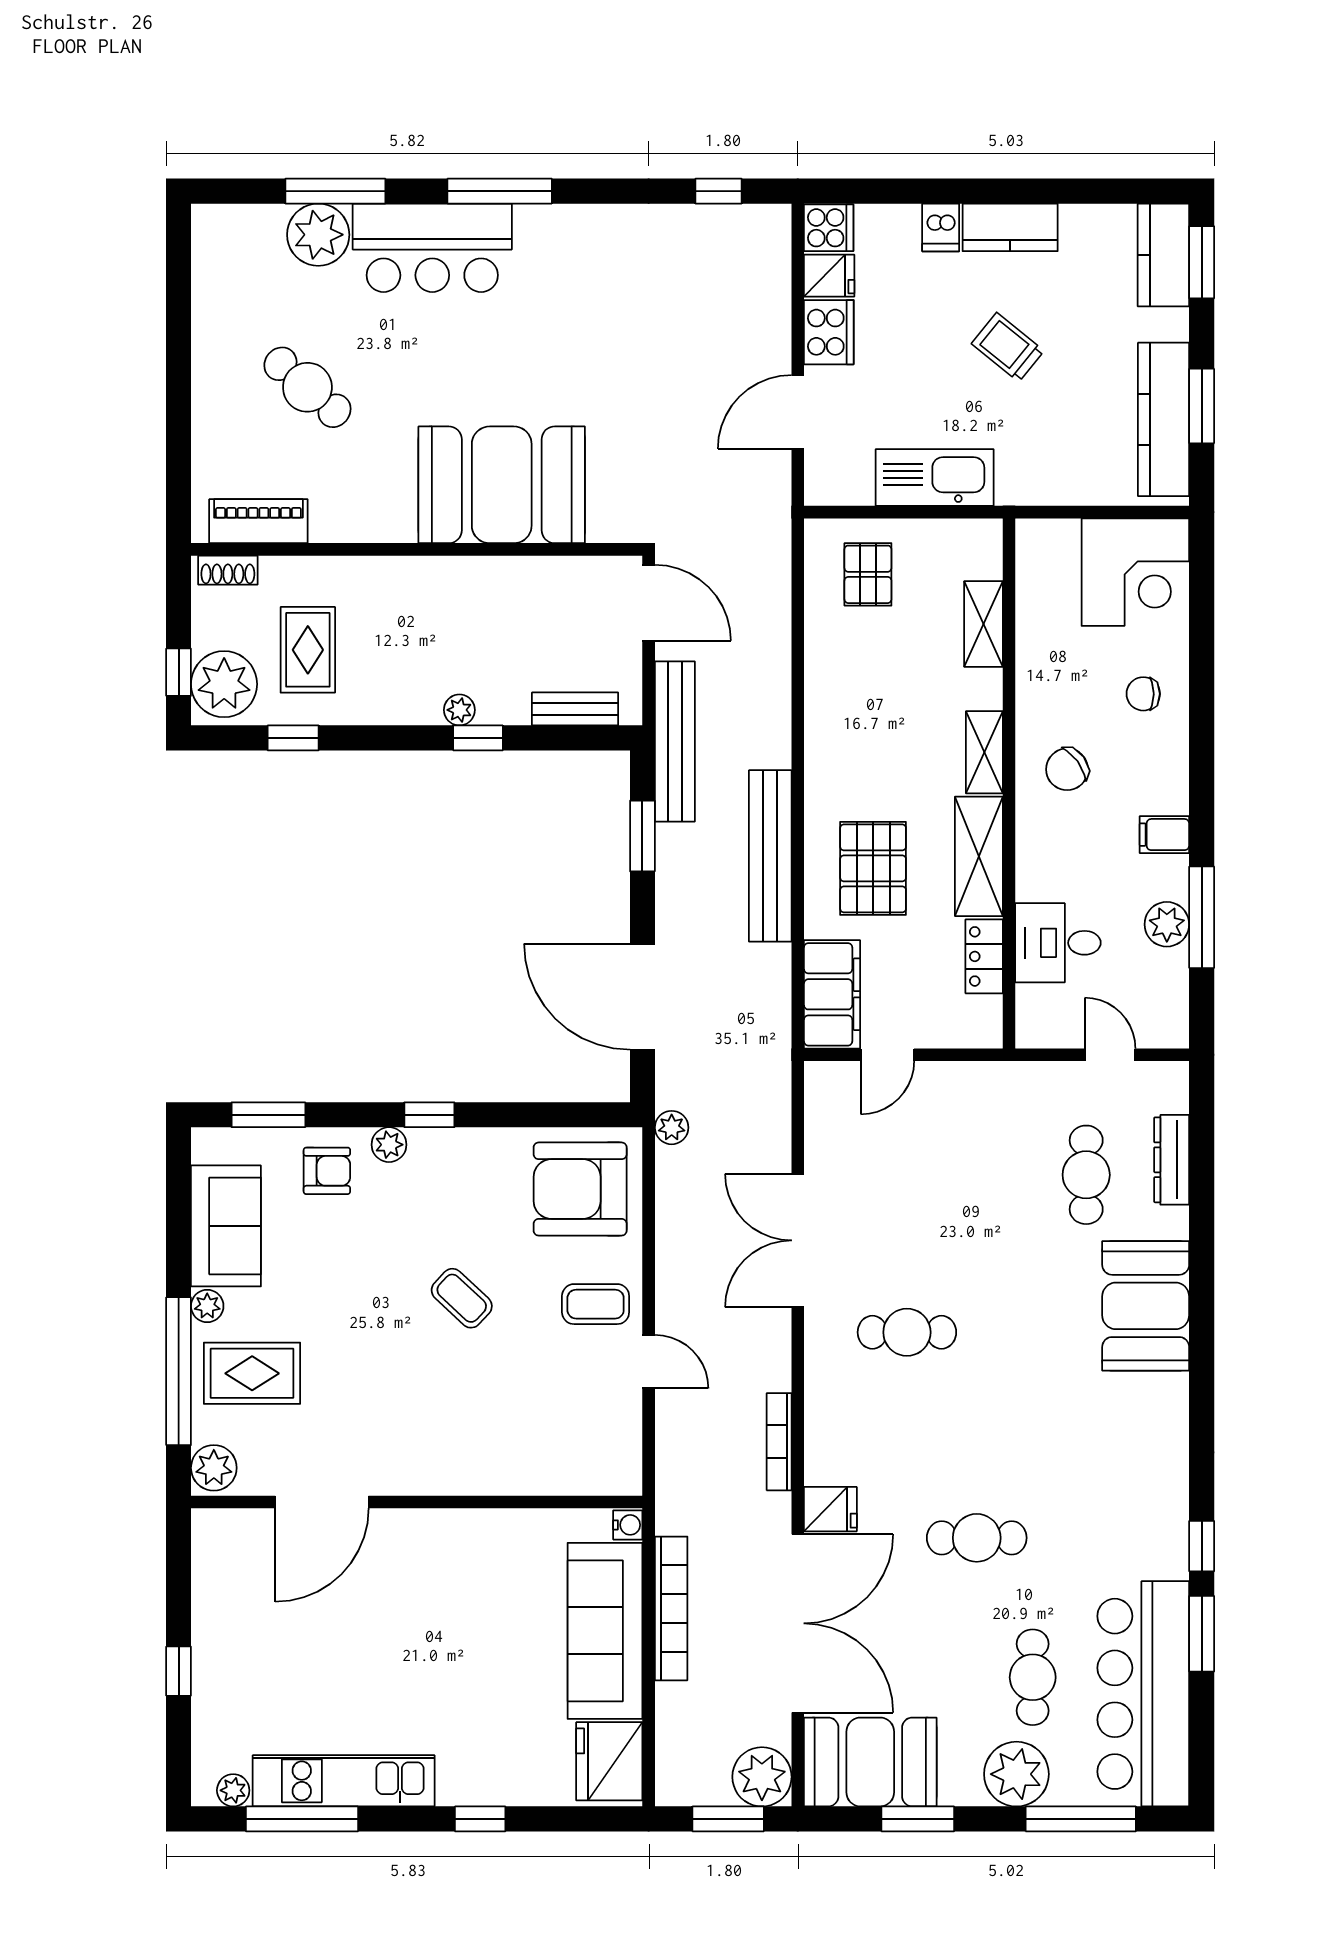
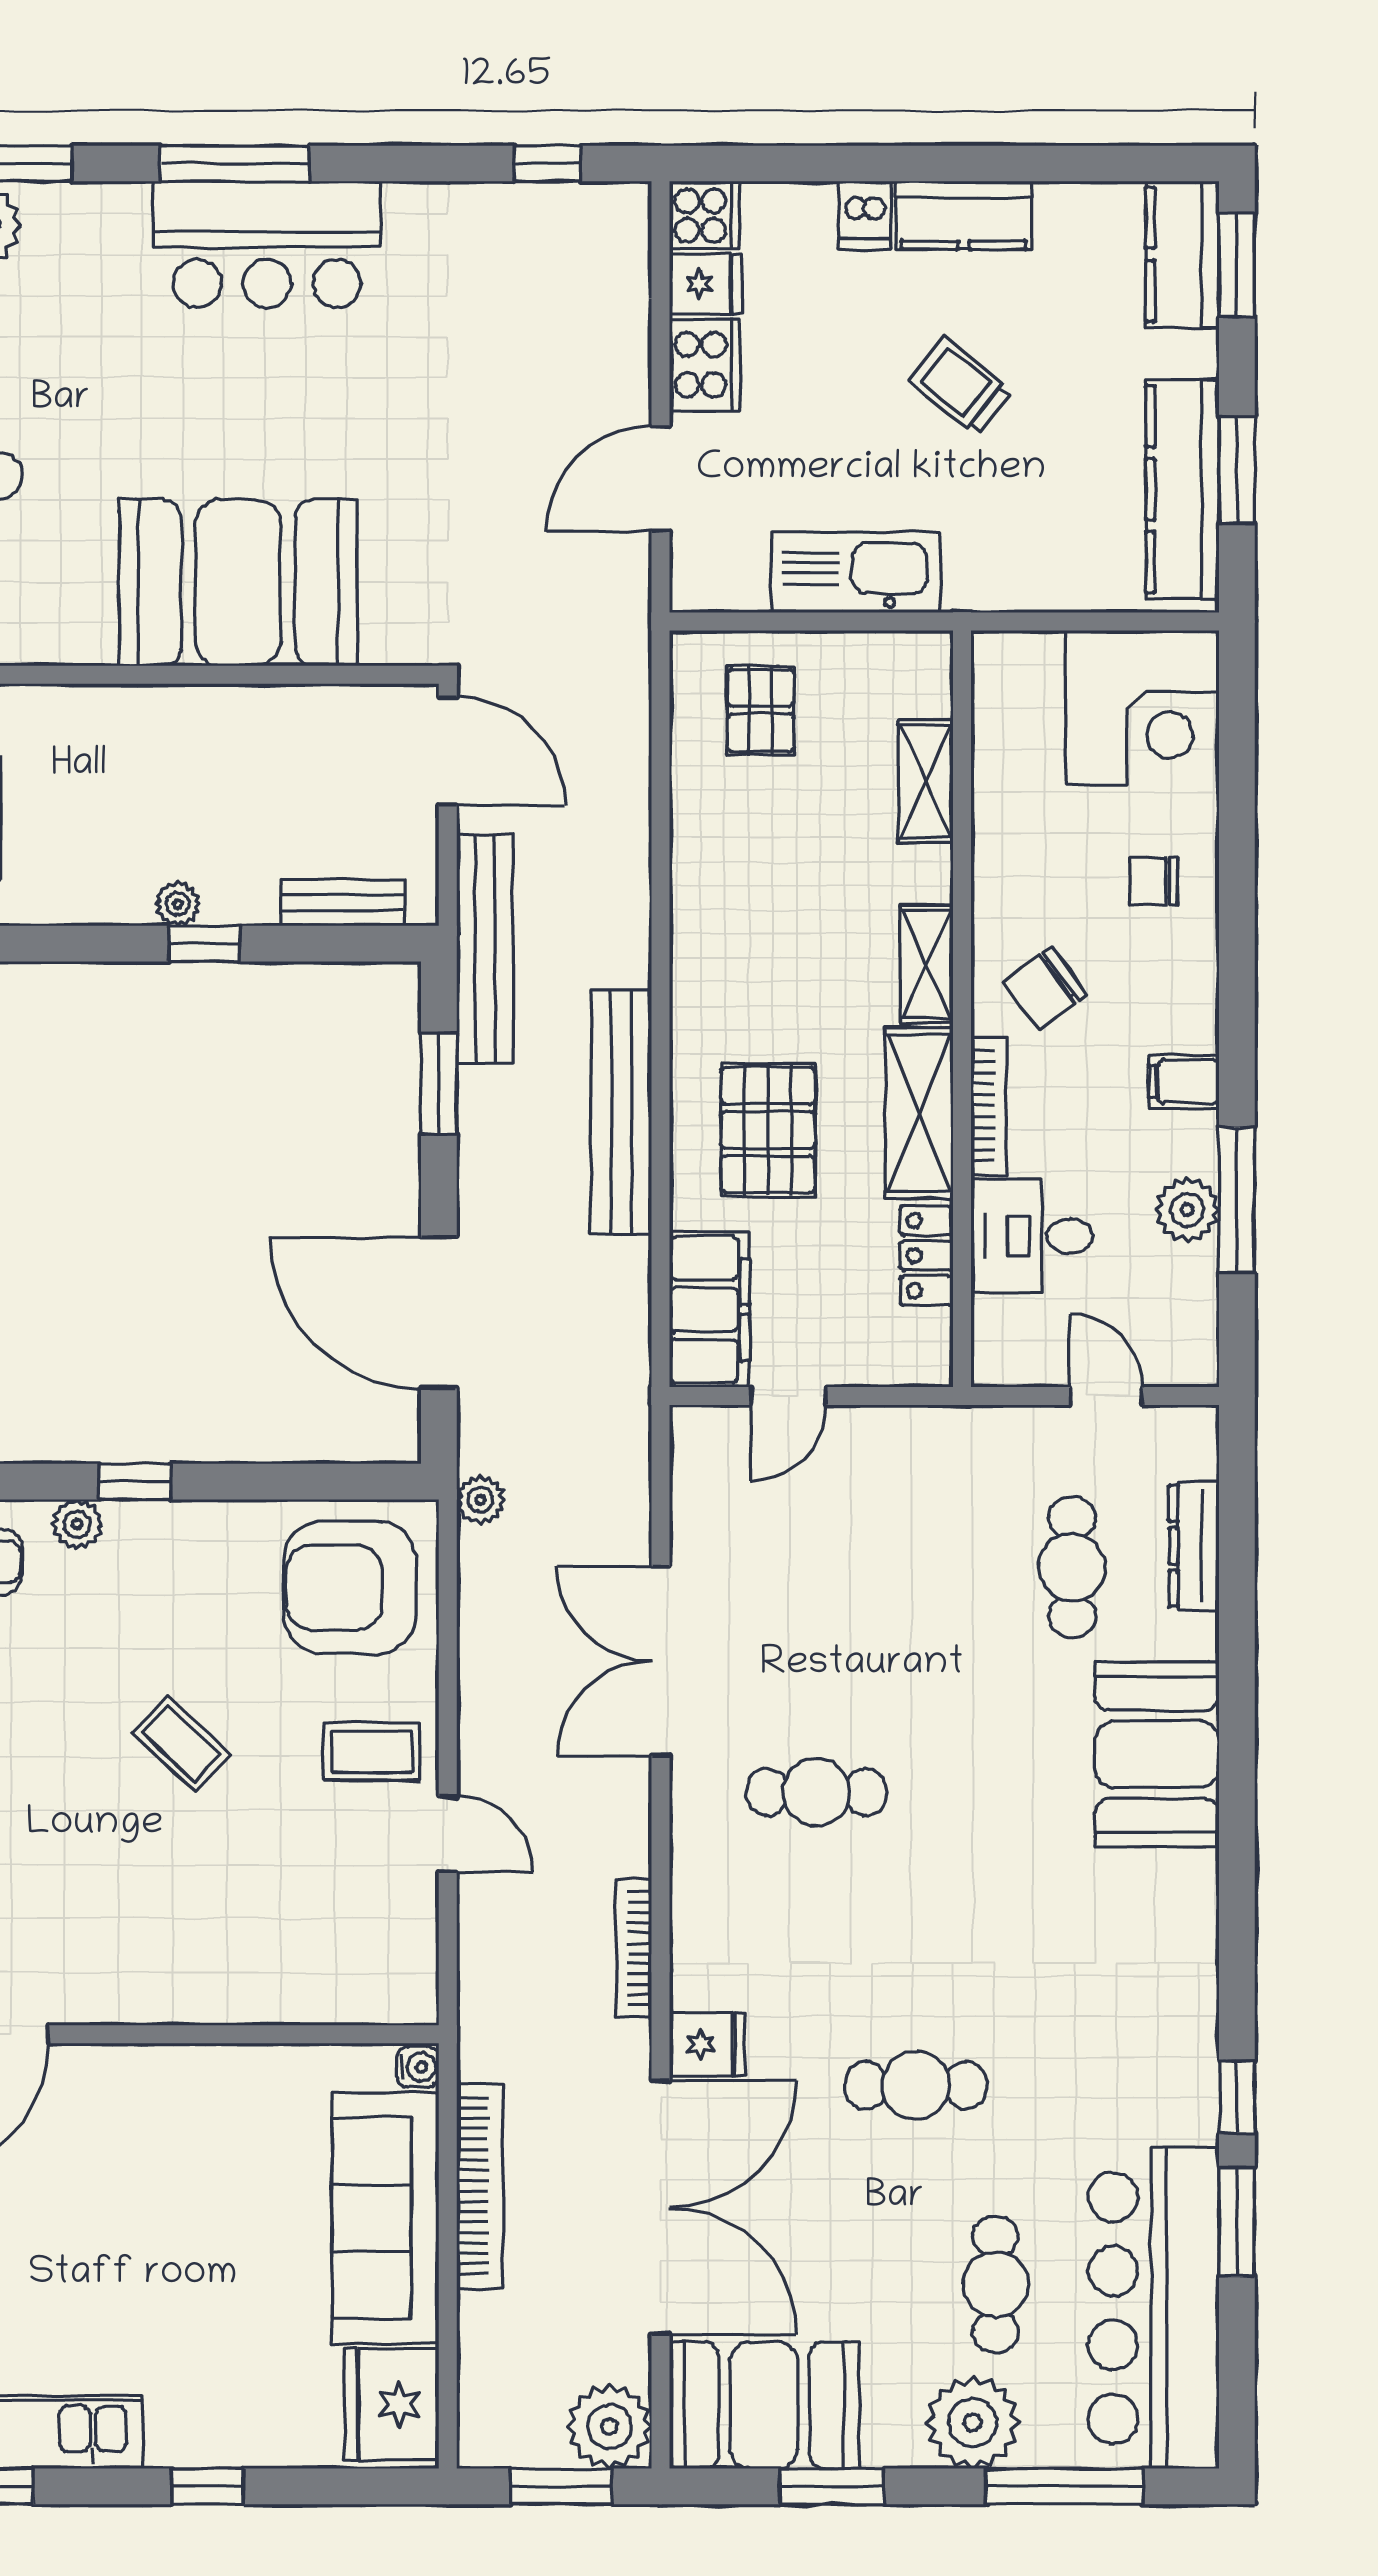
bar counter: (432, 248) -> (267, 244), moved
bookcase: (1028, 851) -> (988, 1106), added

